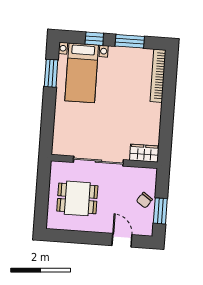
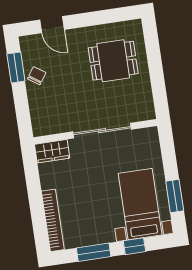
wardrobe: (144, 153) -> (52, 151), moved
sliding door: (98, 161) -> (102, 131), moved
wall: (104, 161) -> (95, 132), moved

